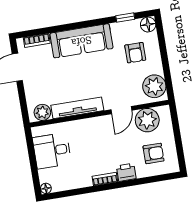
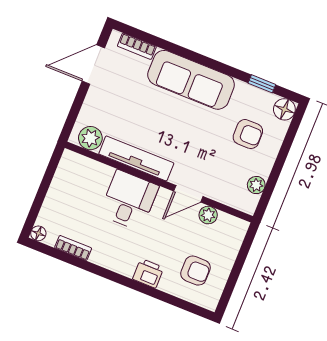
armchair: (135, 53) -> (248, 134), turned -90
plant: (154, 86) -> (256, 185), width x0.53, depth x0.53
plant: (147, 120) -> (208, 215), width x0.53, depth x0.53
desk: (52, 151) -> (129, 200), moved, turned 90
bookcase: (105, 179) -> (73, 248), moved

